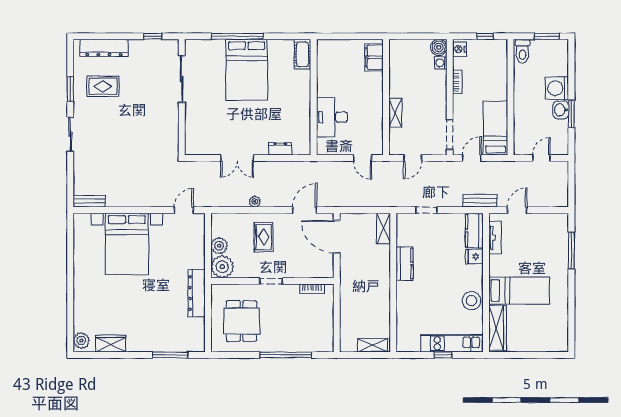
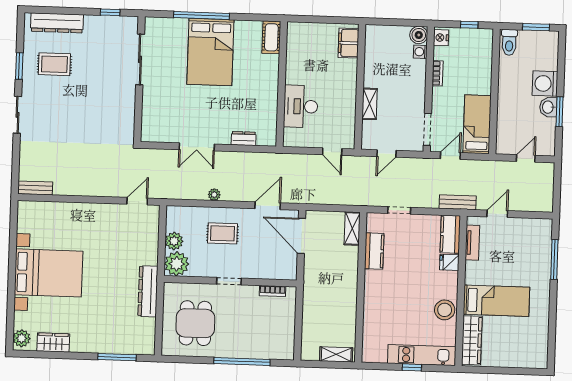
rug: (264, 237) -> (223, 233), turned 90
bed with nightstands: (127, 244) -> (49, 273), moved, turned -90
kitchen counter: (404, 264) -> (374, 251), moved

